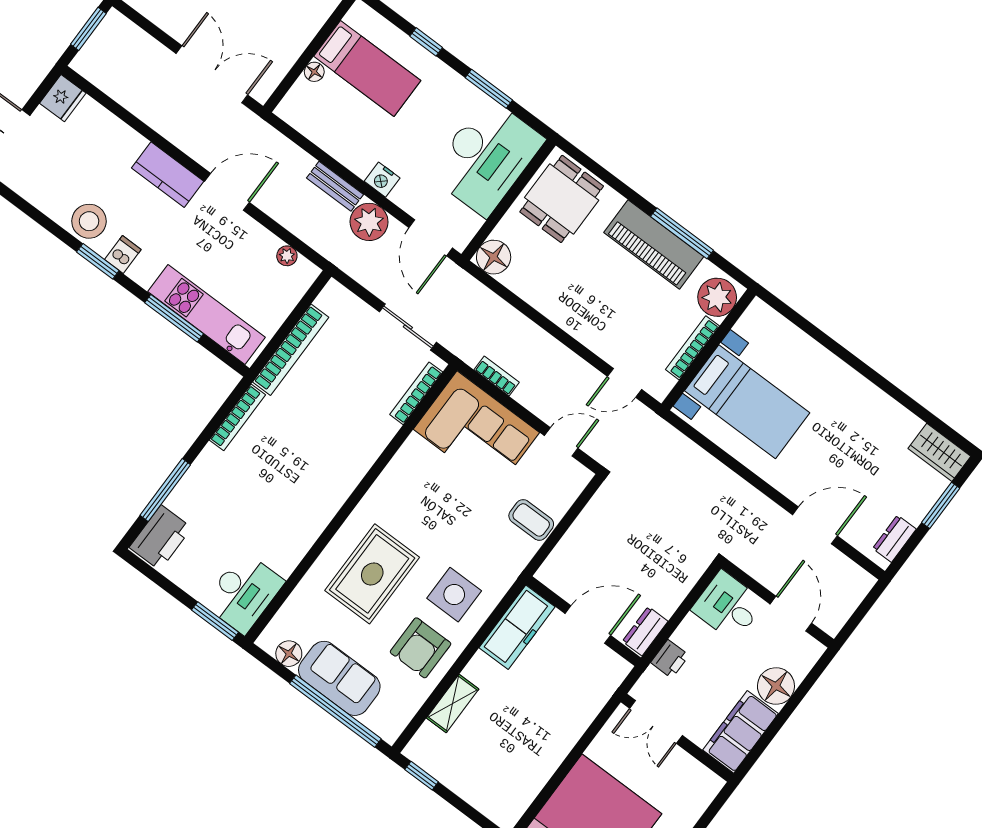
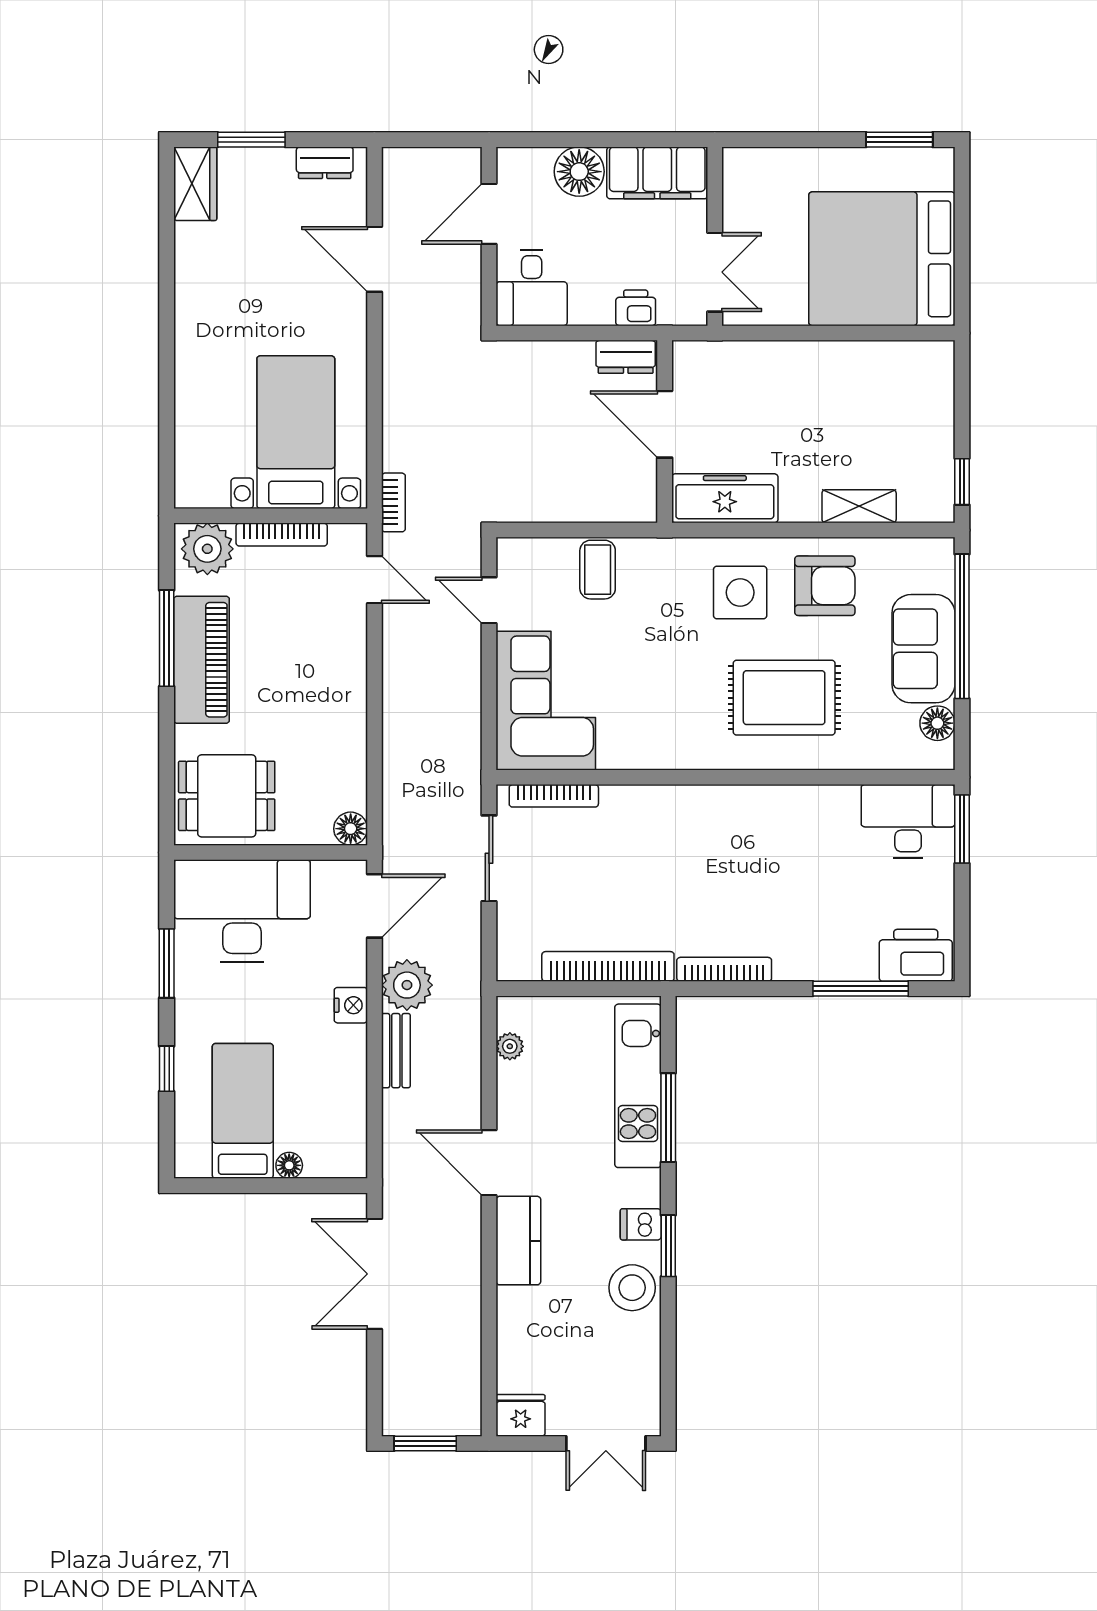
floor lamp: (494, 257) -> (351, 829), width x0.73, depth x0.73
bookcase: (497, 376) -> (393, 502), moved, turned 180

